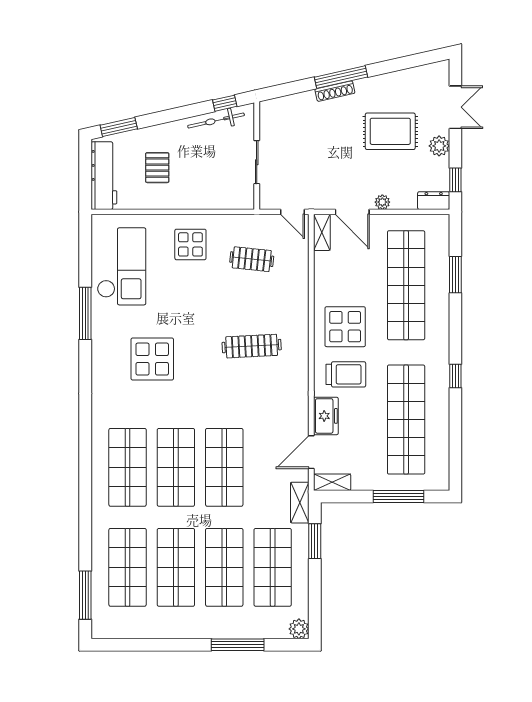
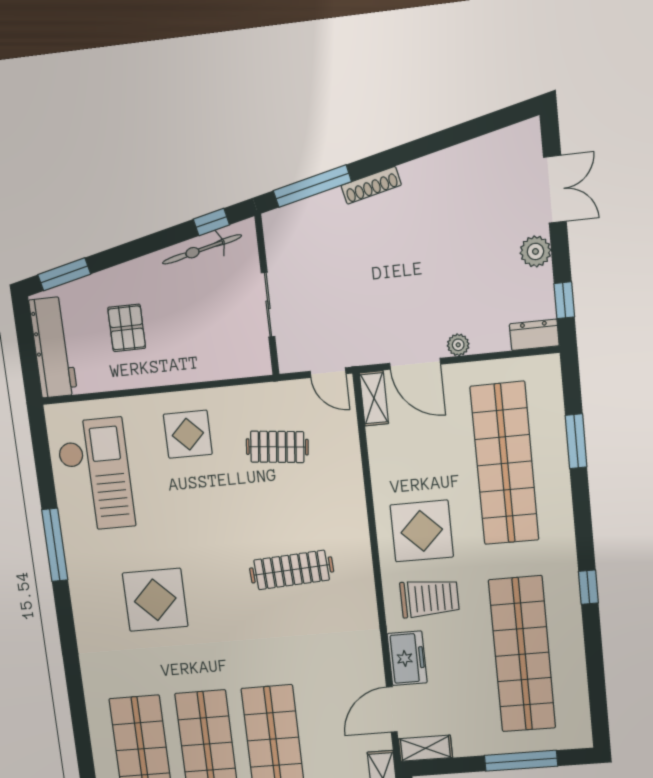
window: (341, 77) -> (312, 186), moved
rug: (390, 131) -> (460, 237), removed

